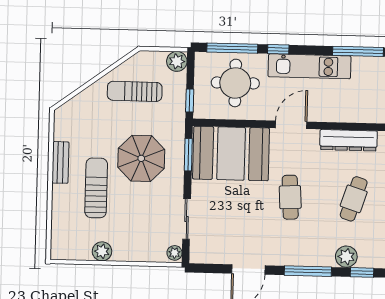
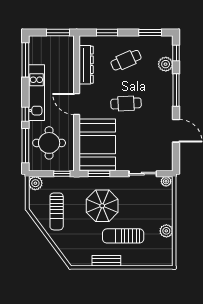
cafe table: (354, 199) -> (126, 60), turned -42

